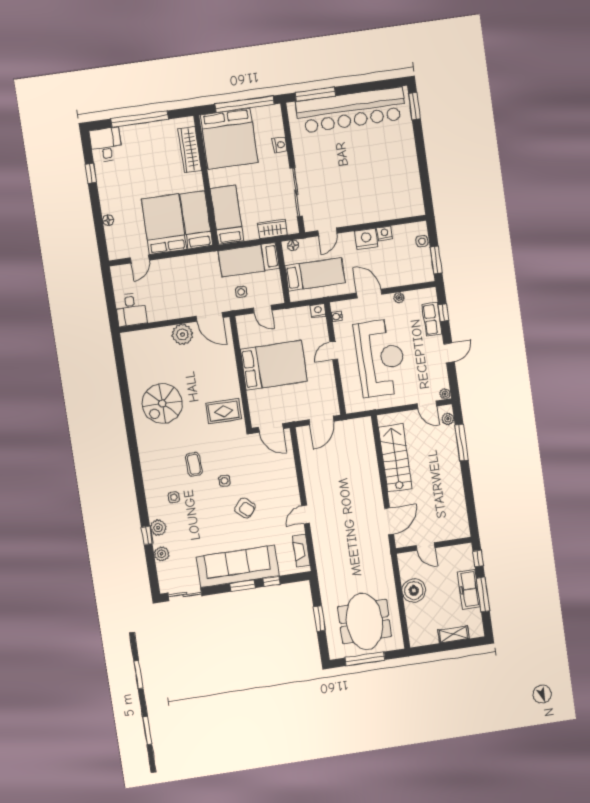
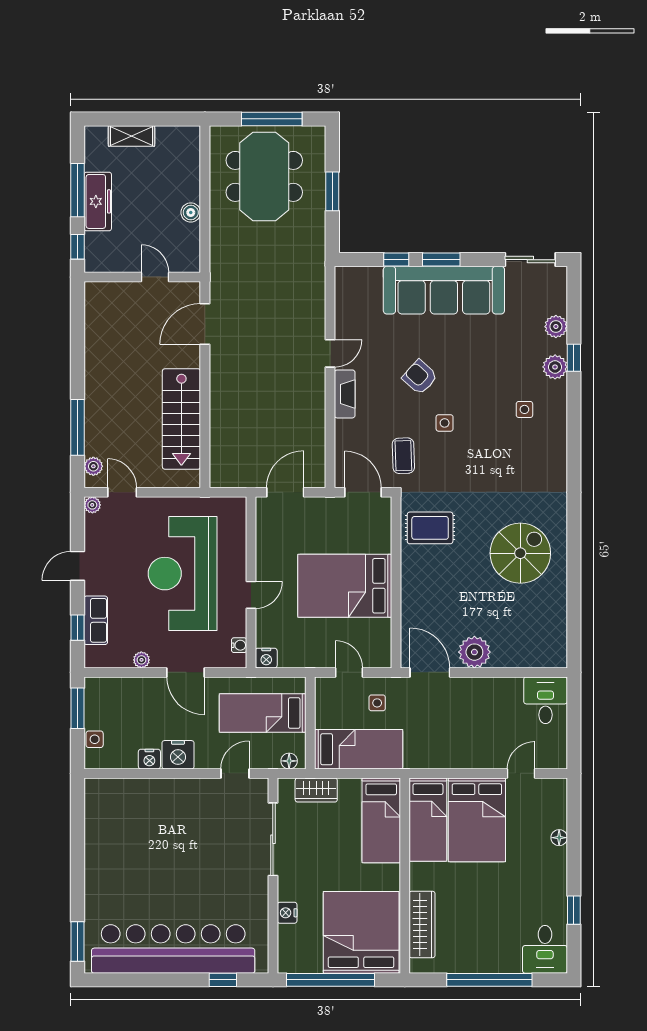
window: (315, 94) -> (223, 980), width x0.46
coffee table: (194, 464) -> (403, 456), moved
fireplace: (301, 551) -> (345, 394), moved
boiler: (414, 591) -> (191, 212), width x0.54, depth x0.54

